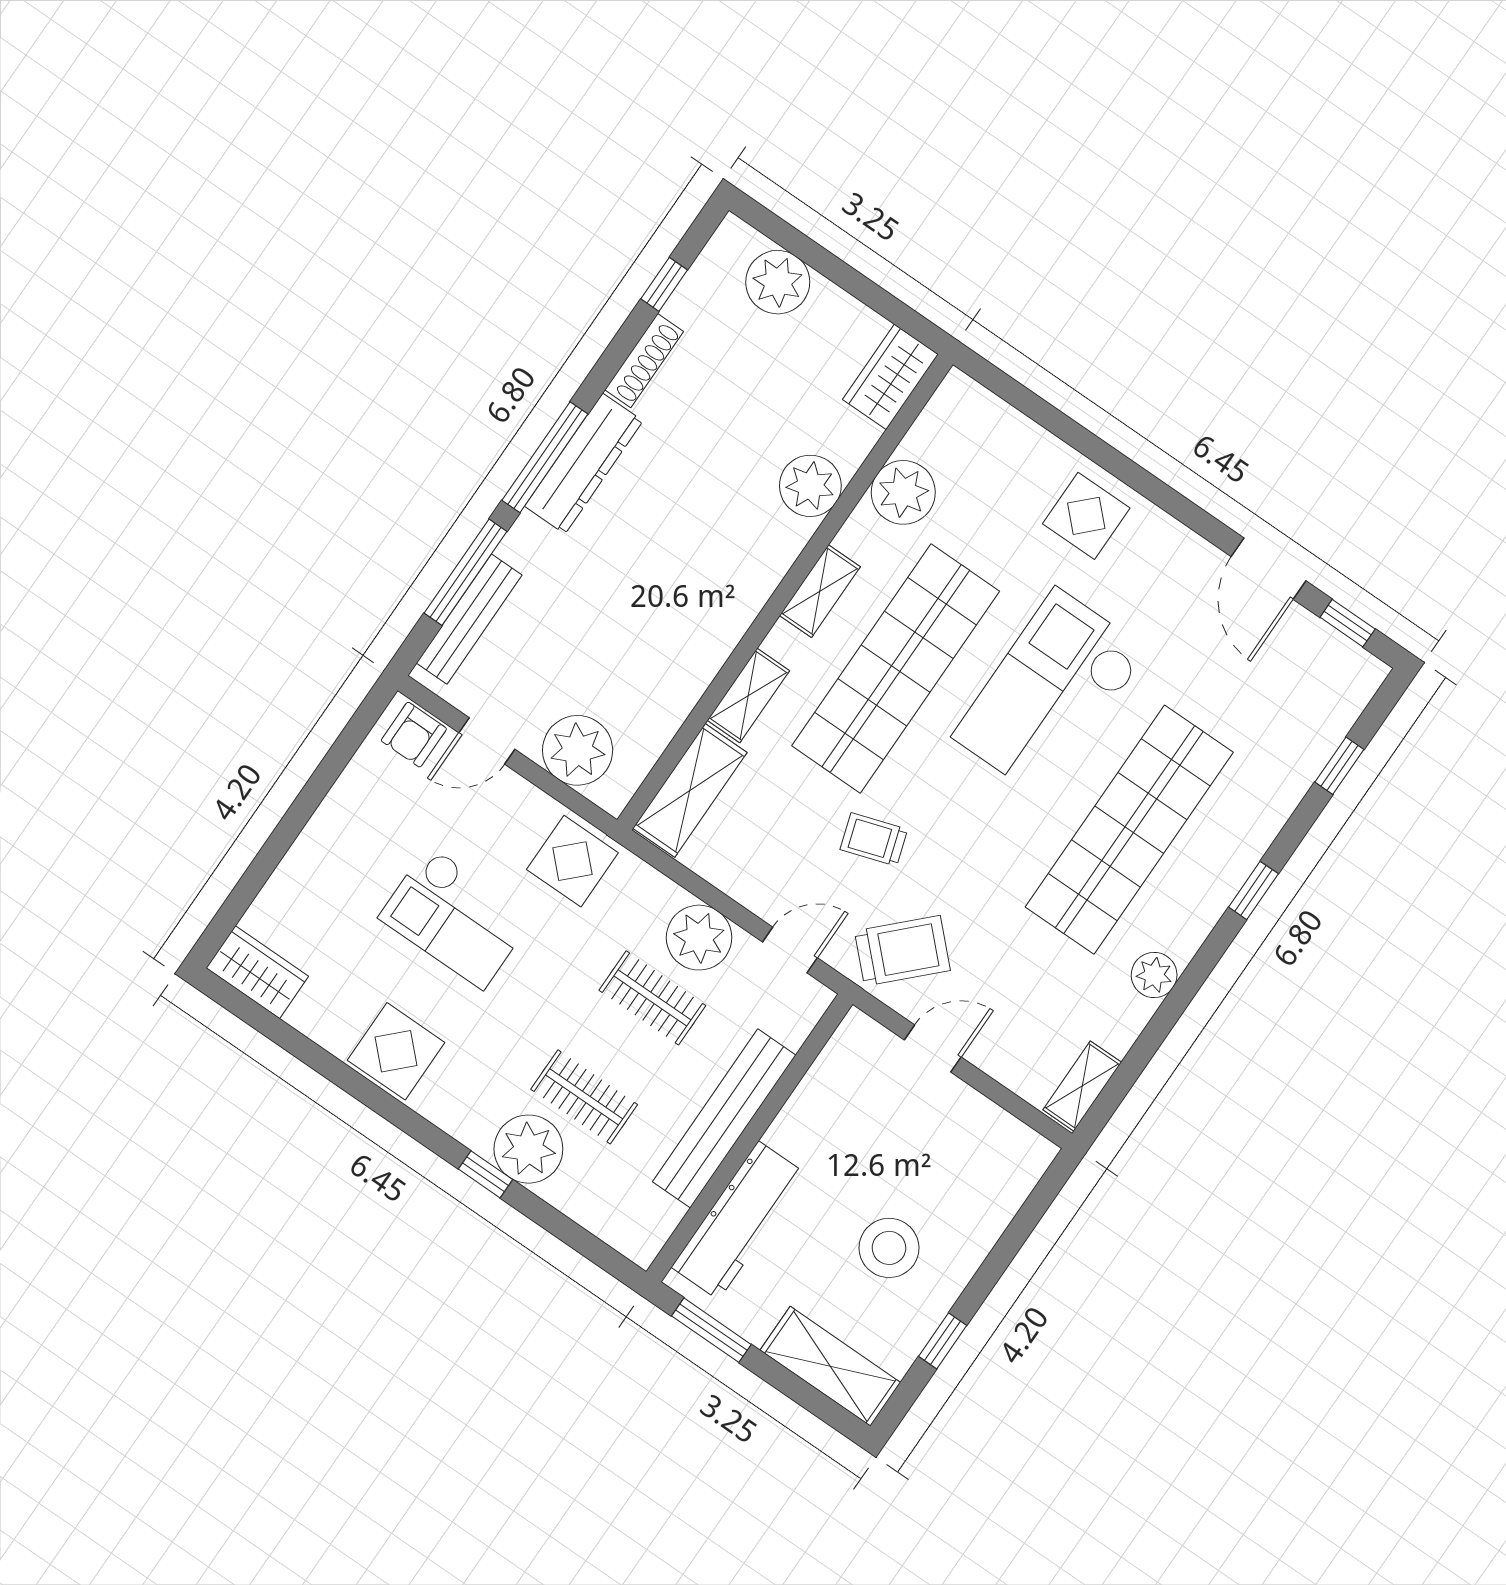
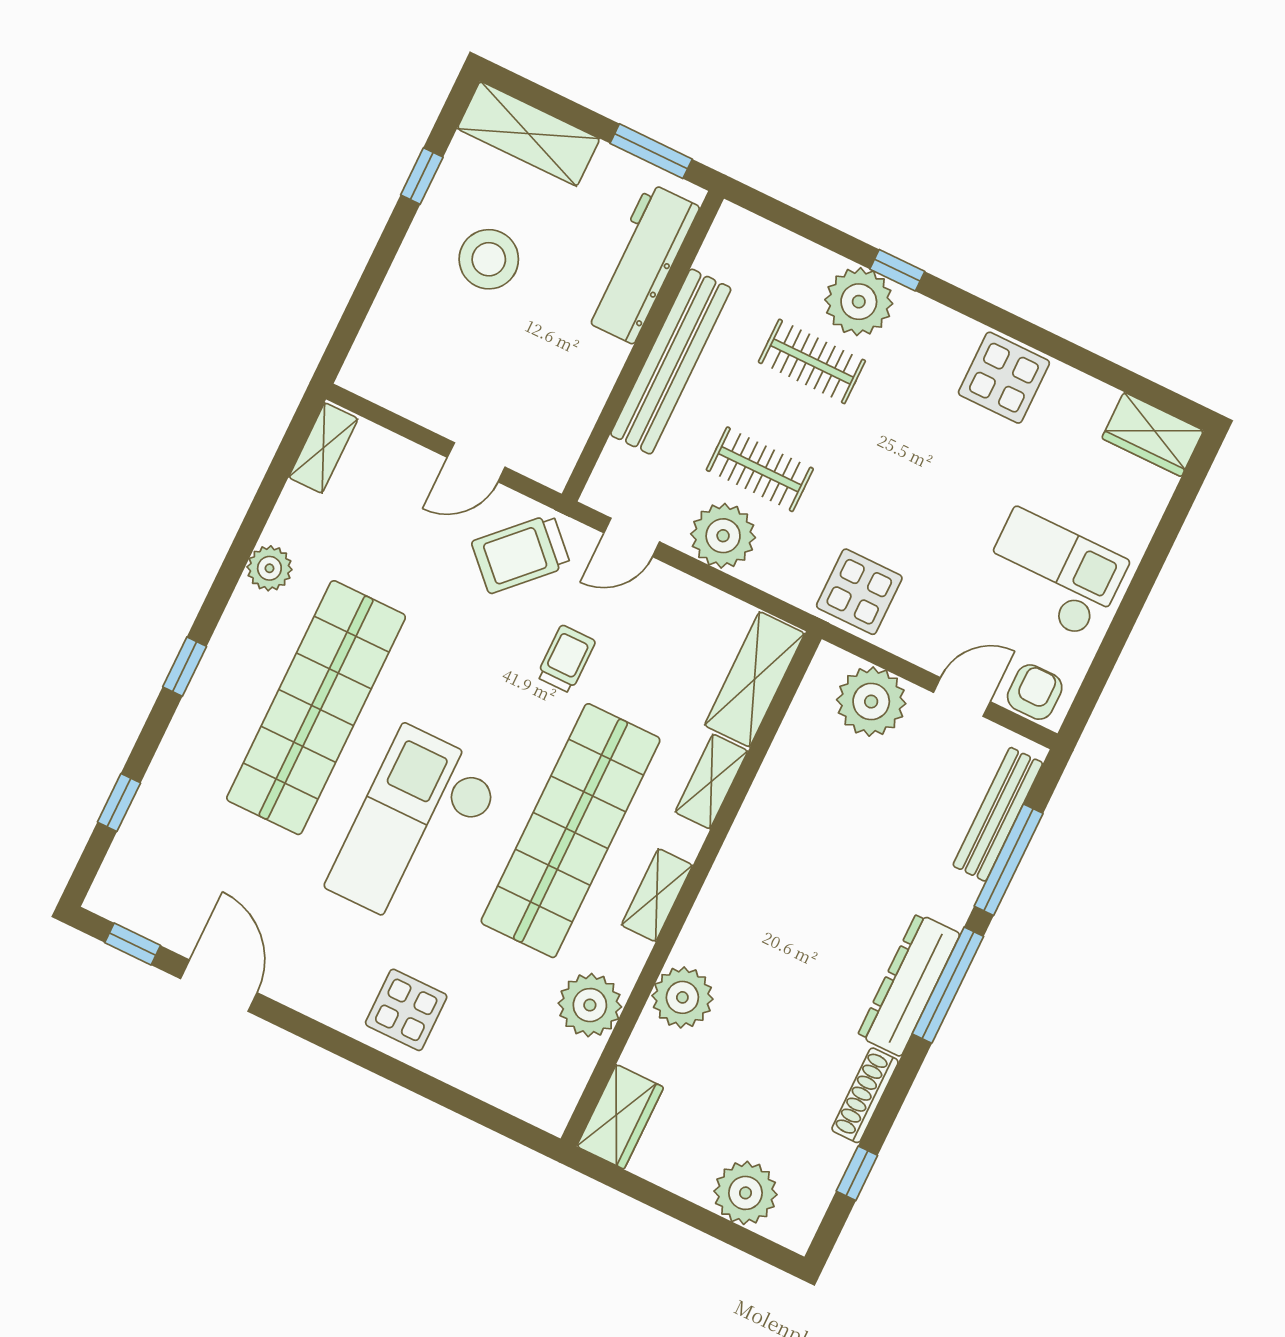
checkout: (1050, 694) -> (415, 829), turned 180
trolley: (874, 839) -> (566, 659), turned -72
checkout: (456, 917) -> (1053, 573), moved

